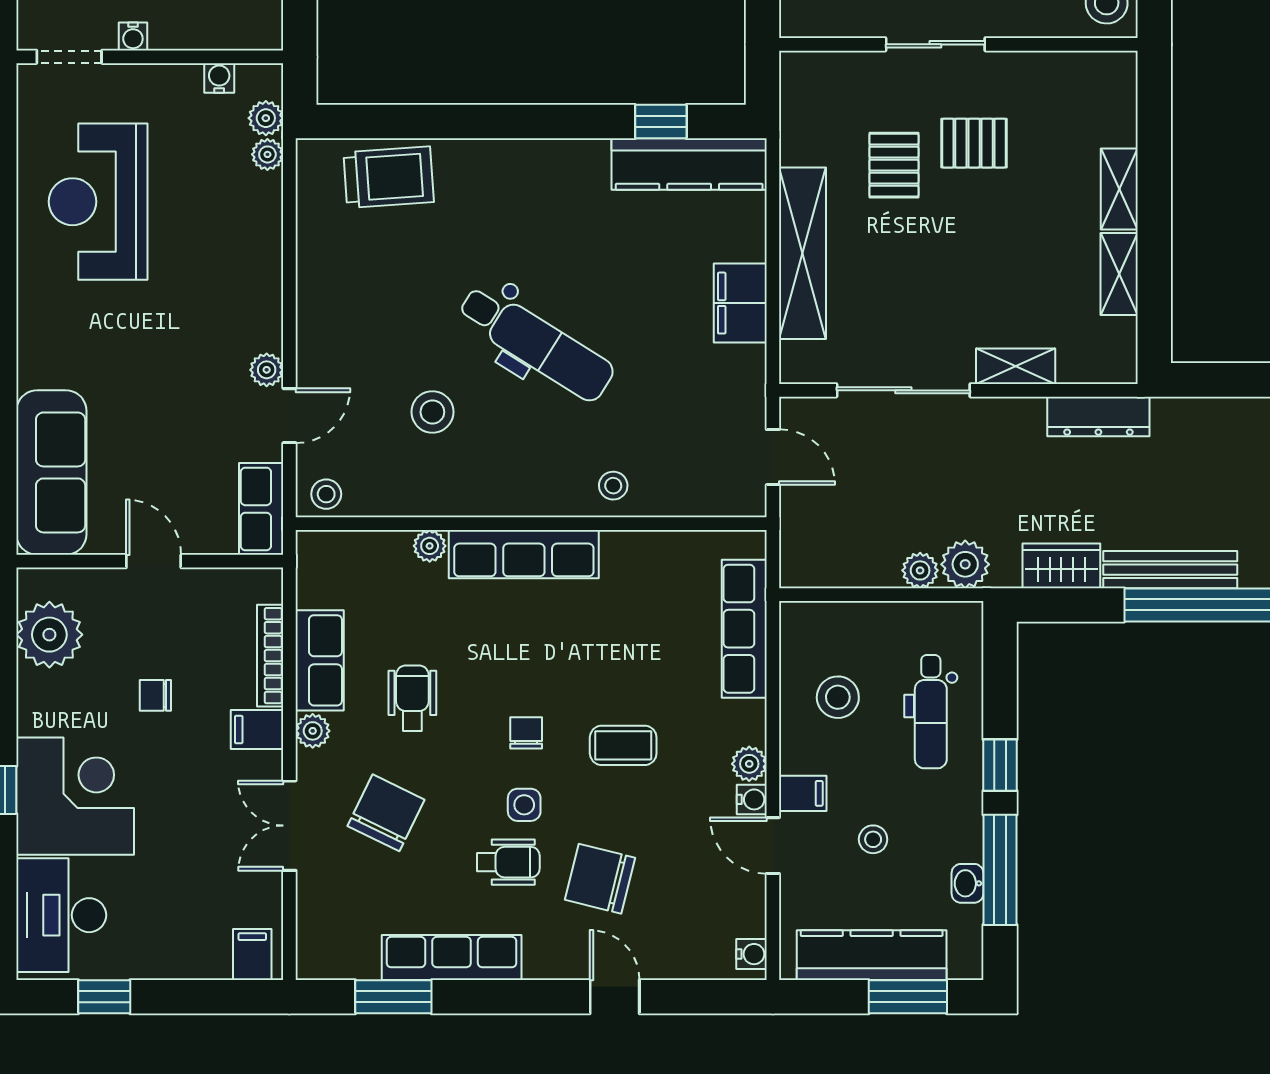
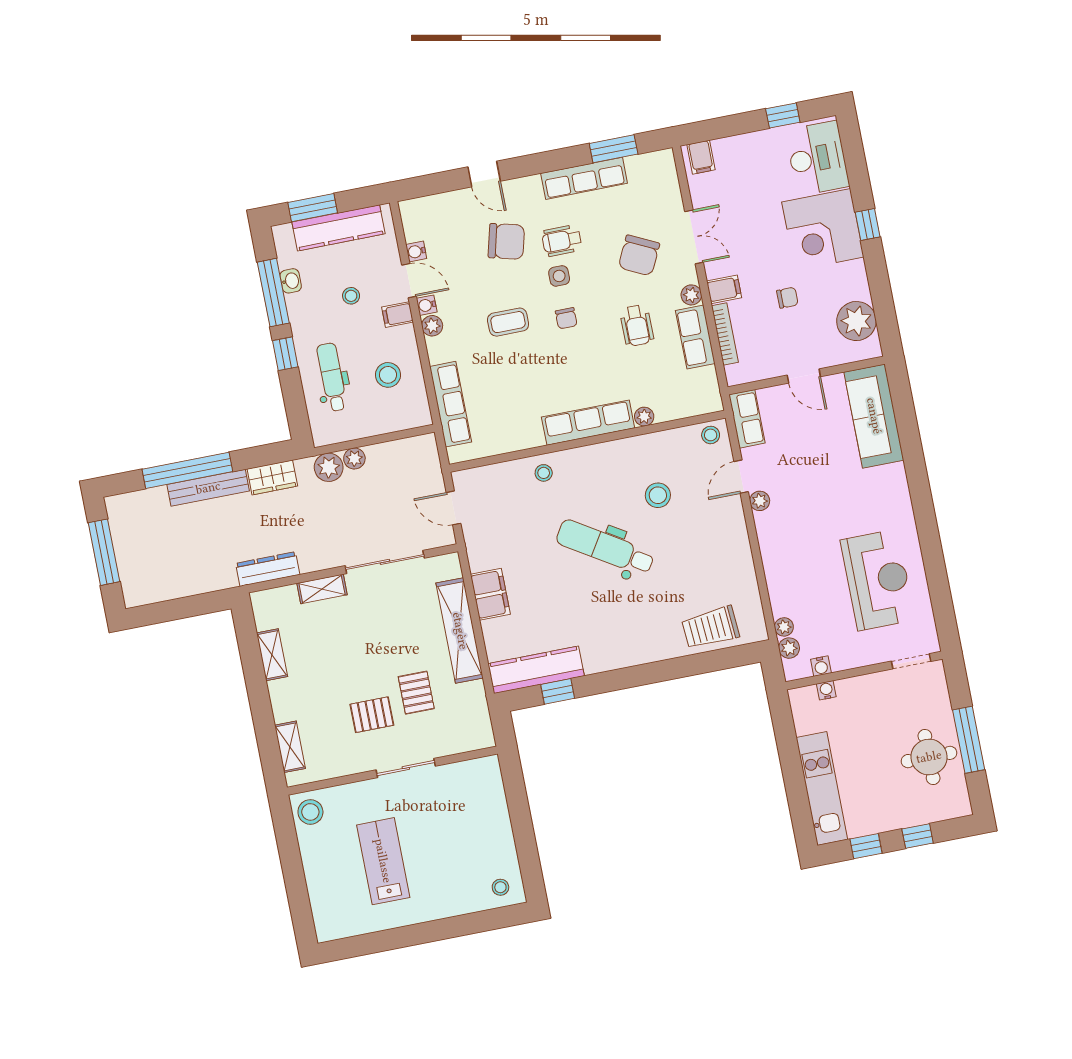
water cooler: (133, 36) -> (826, 690), moved
shelving: (1119, 189) -> (290, 747), moved
water cooler: (752, 954) -> (416, 252), moved

